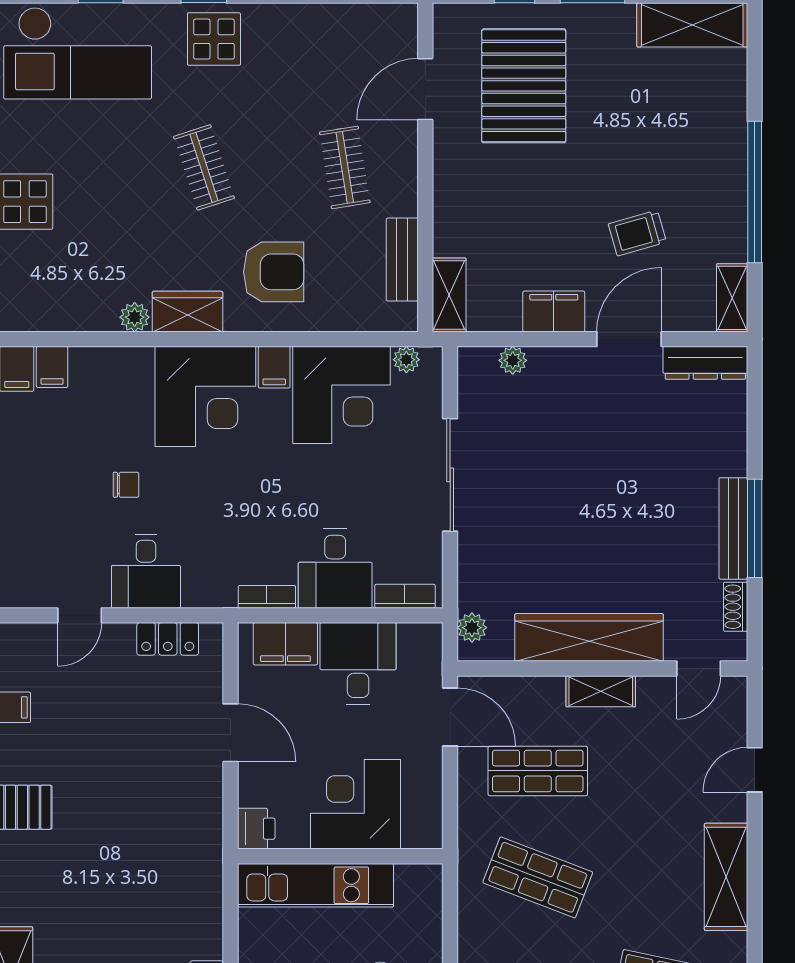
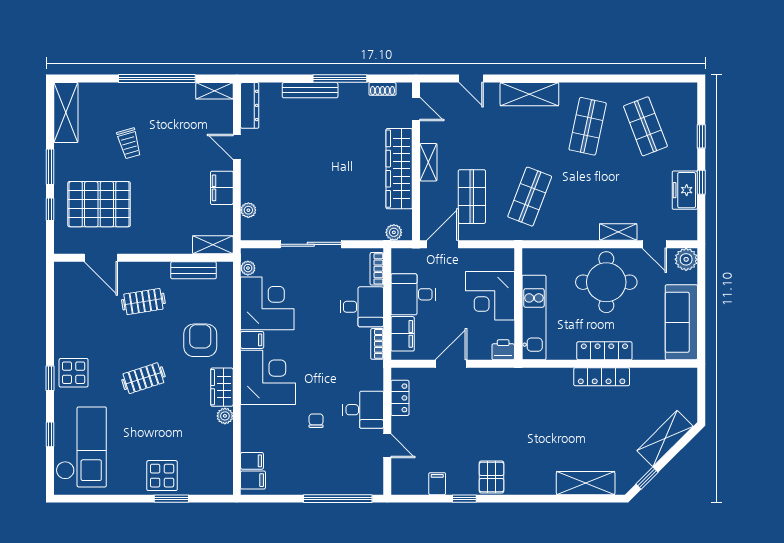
trolley: (637, 233) -> (129, 143), moved
door: (629, 339) -> (237, 147), width x0.73
bench: (733, 528) -> (310, 90), moved

